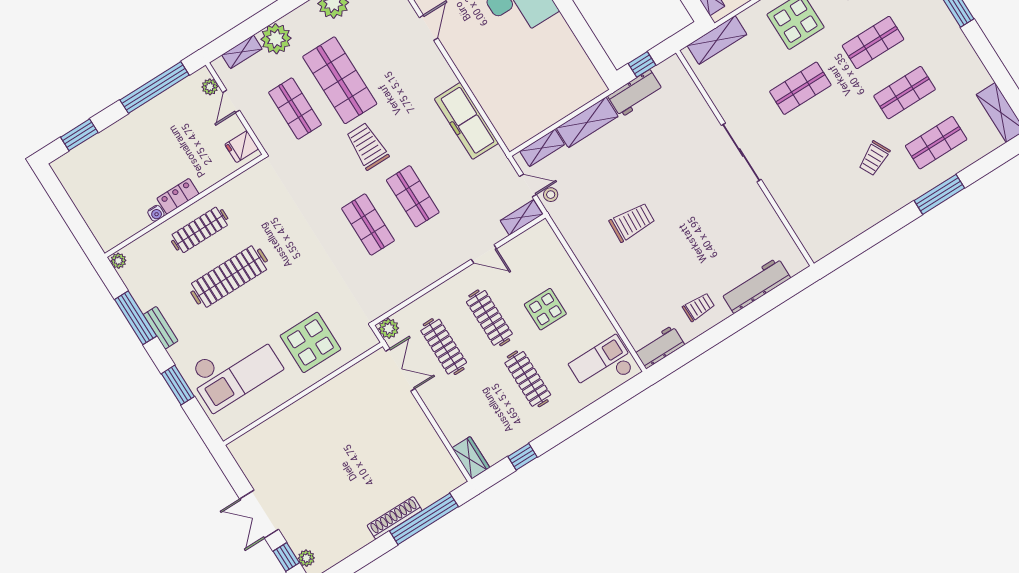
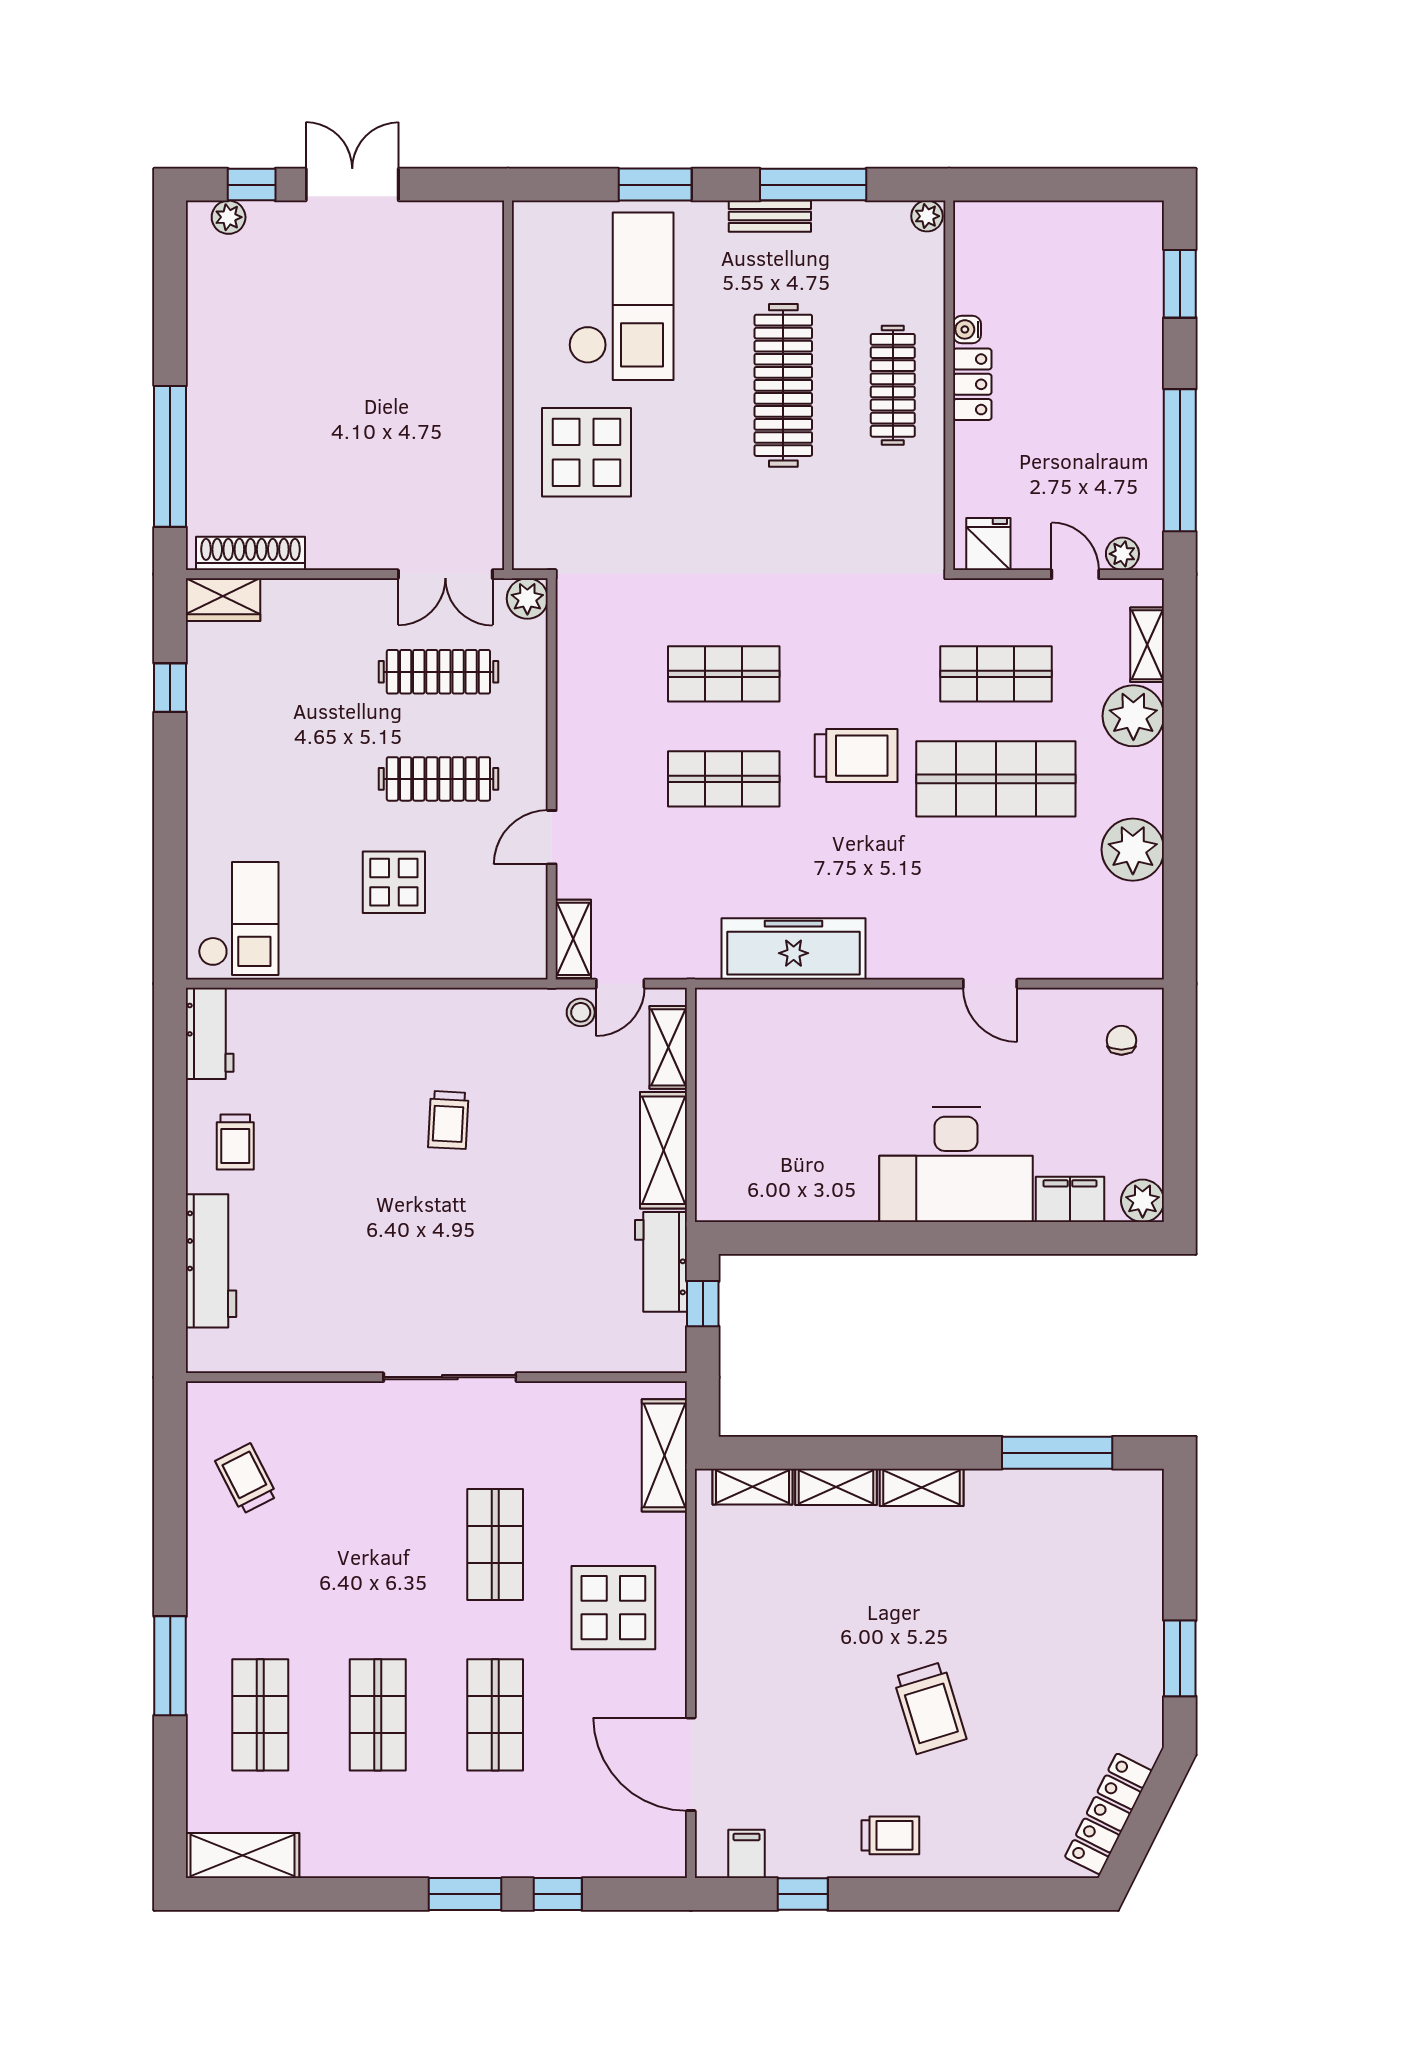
trolley: (874, 158) -> (246, 1479), moved
trolley: (632, 222) -> (448, 1120), width x0.73, depth x0.72
checkout: (235, 370) -> (621, 296), turned 180
clothes rail: (528, 379) -> (295, 779), removed
shoe rack: (395, 518) -> (251, 553), moved, turned -90

